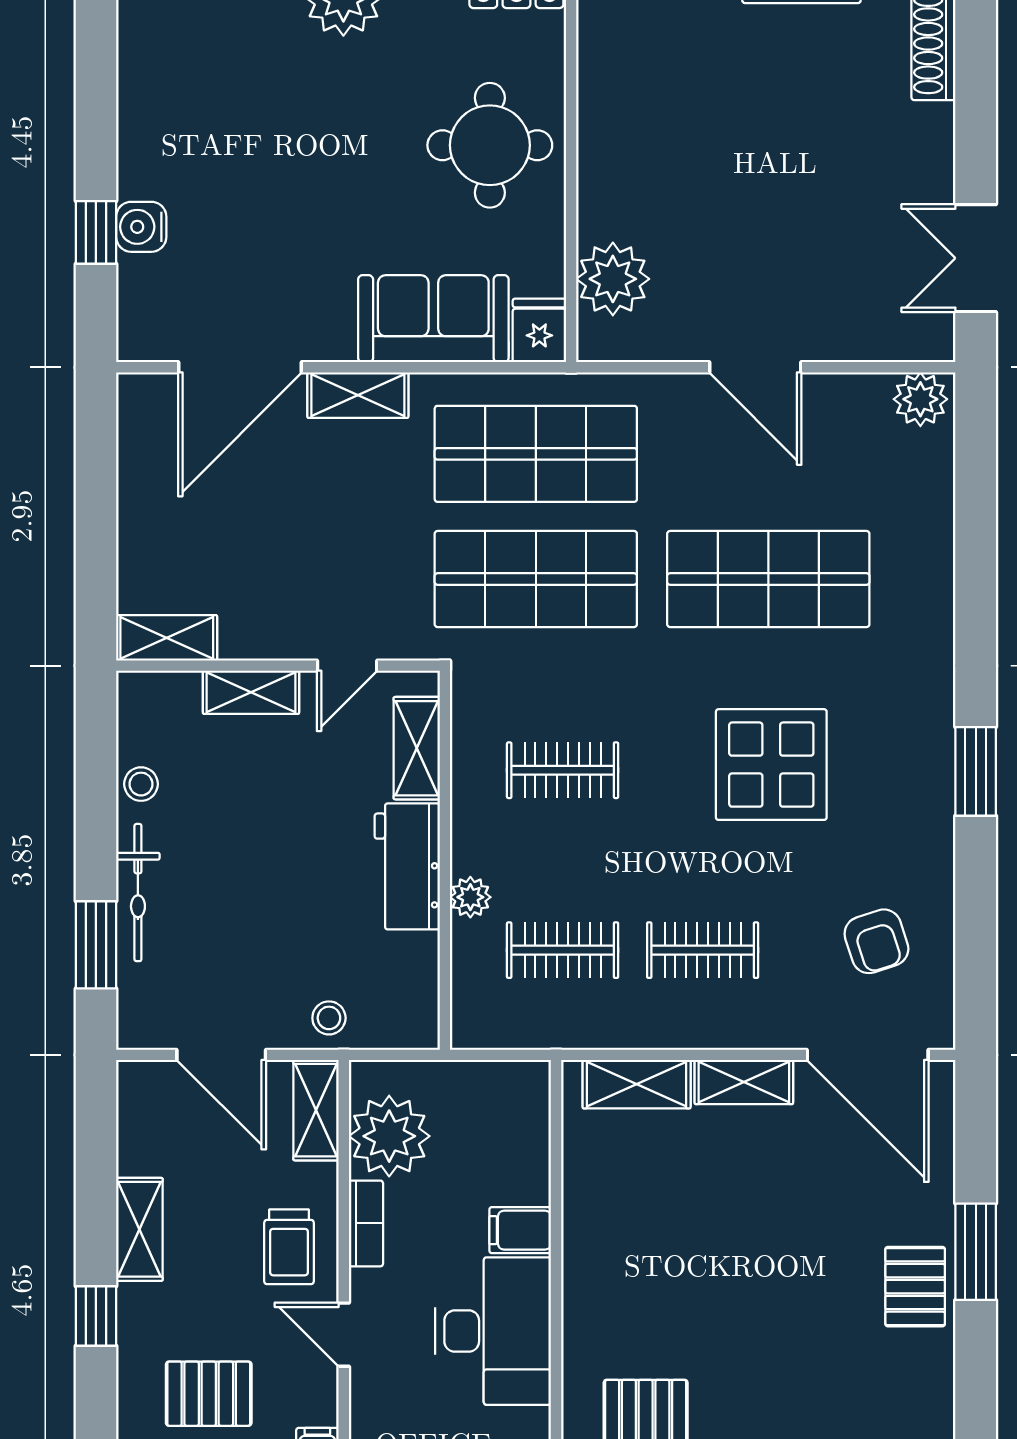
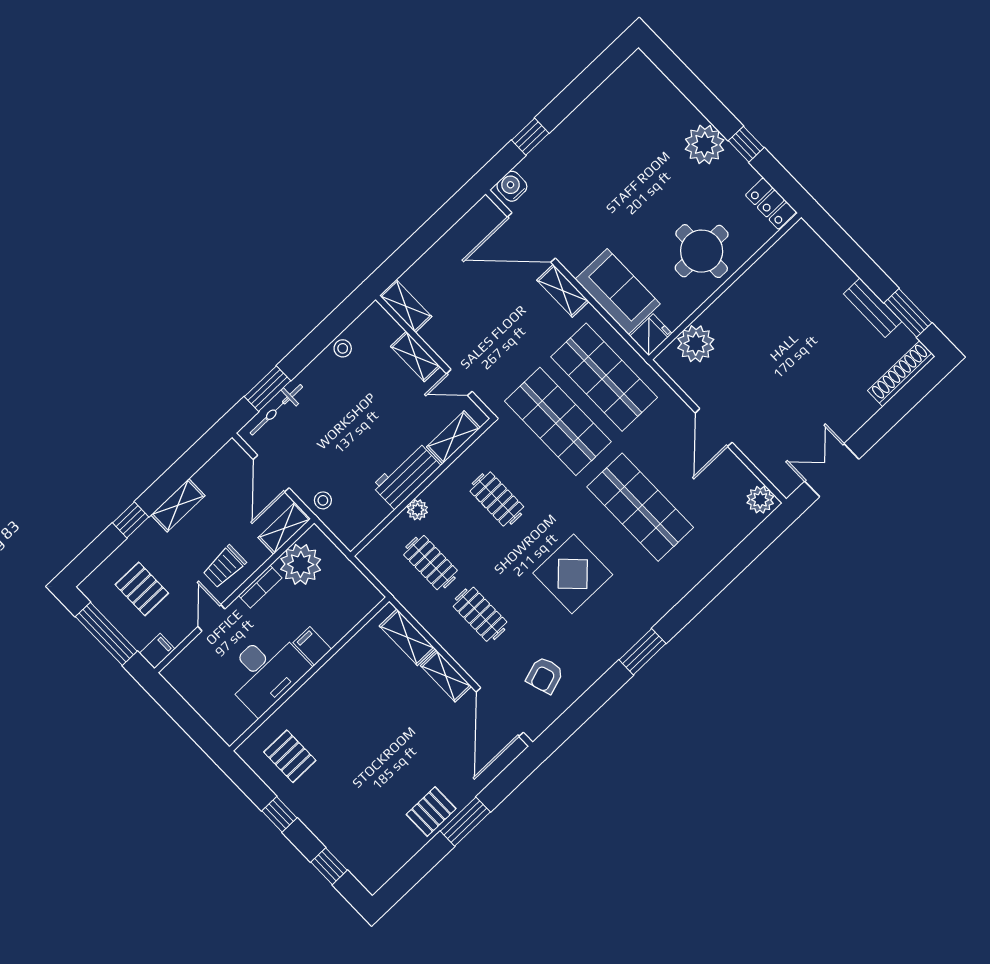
water cooler: (141, 227) -> (512, 186), moved
bicycle: (138, 893) -> (276, 410), moved

